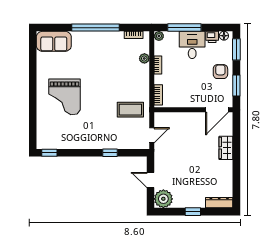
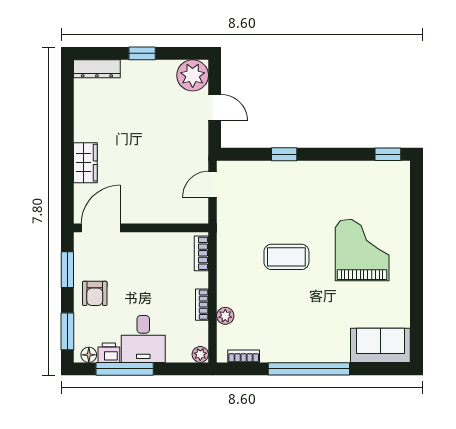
window: (184, 28) -> (125, 369), moved
coffee table: (130, 110) -> (286, 257), moved

